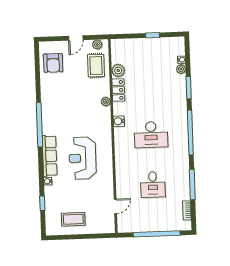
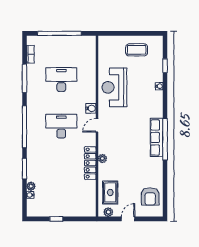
armchair: (53, 63) -> (150, 196), turned 180
plant: (118, 71) -> (90, 187), removed
locker: (118, 90) -> (90, 163), width x1.53
water cooler: (119, 121) -> (91, 108), moved
row of seats: (50, 156) -> (157, 137), moved
reception desk: (83, 158) -> (114, 87), moved, turned 180
desk: (153, 184) -> (61, 80), width x1.37
door: (115, 206) -> (97, 125), moved

